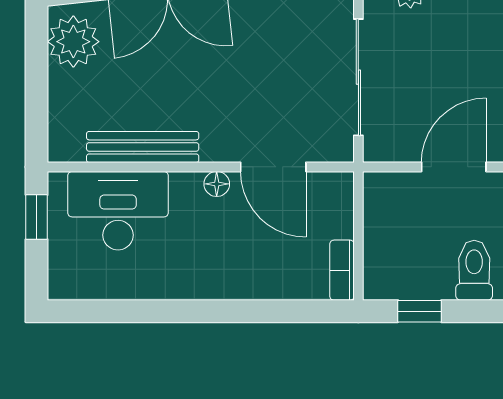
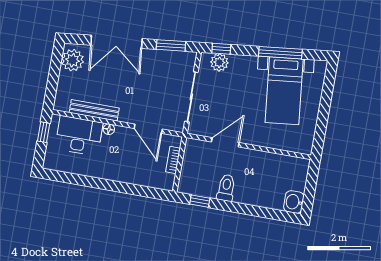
floor lamp: (217, 184) -> (109, 129), moved
bookcase: (342, 270) -> (173, 160), moved

